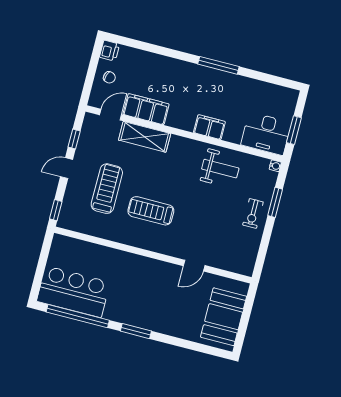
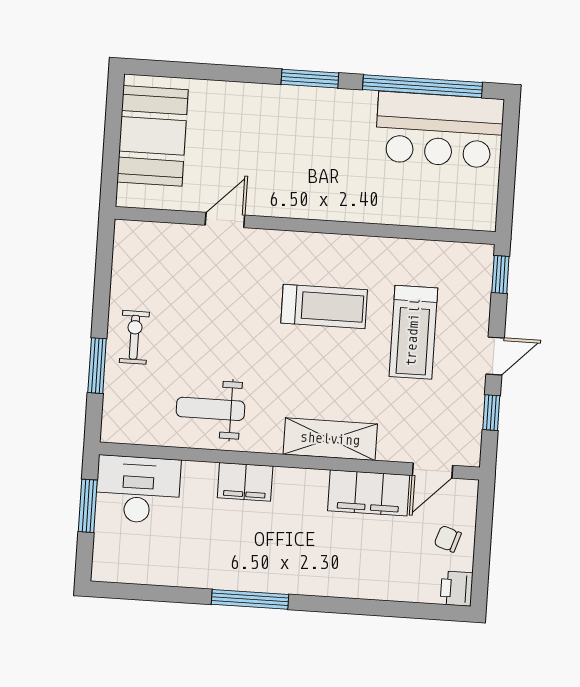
shelving: (145, 137) -> (330, 439), moved
water cooler: (275, 166) -> (110, 433), removed

